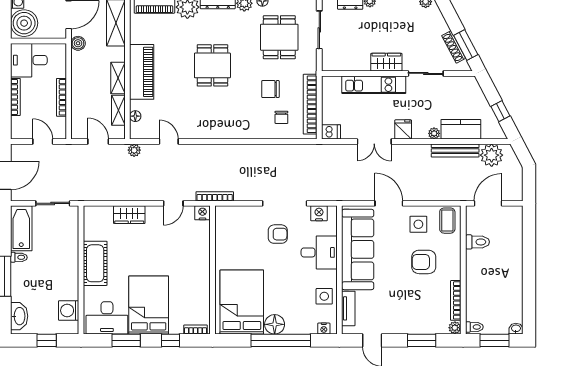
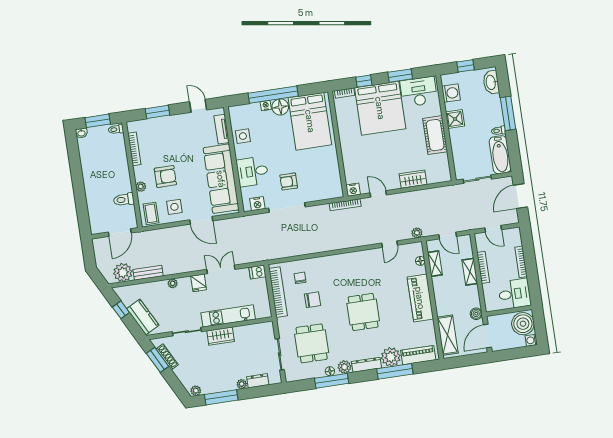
shelving: (118, 78) -> (470, 272), moved
kitchen counter: (461, 129) -> (143, 317), moved, turned -118
door: (169, 142) -> (390, 244), hinge flipped
bench: (455, 151) -> (148, 273), width x0.73
door: (173, 203) -> (378, 194), hinge flipped
shower: (69, 279) -> (455, 119), added
bed: (149, 305) -> (380, 108), width x1.36
plant: (455, 328) -> (141, 187), moved
nightstand: (324, 329) -> (266, 106), moved

